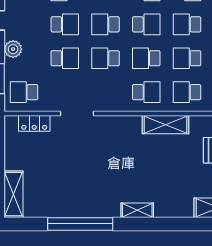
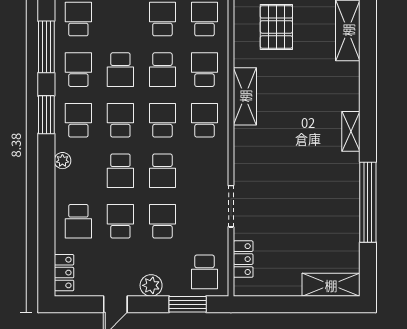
school desk: (146, 58) -> (162, 120), turned 180
school desk: (187, 92) -> (204, 70), turned 180

